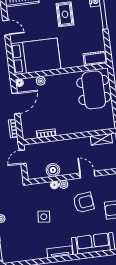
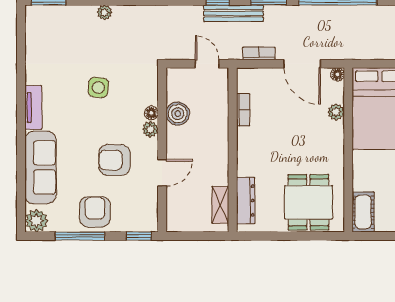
dining table: (94, 90) -> (308, 202), width x0.73
dresser: (97, 125) -> (246, 201), added
armchair: (84, 202) -> (114, 160), turned 97

